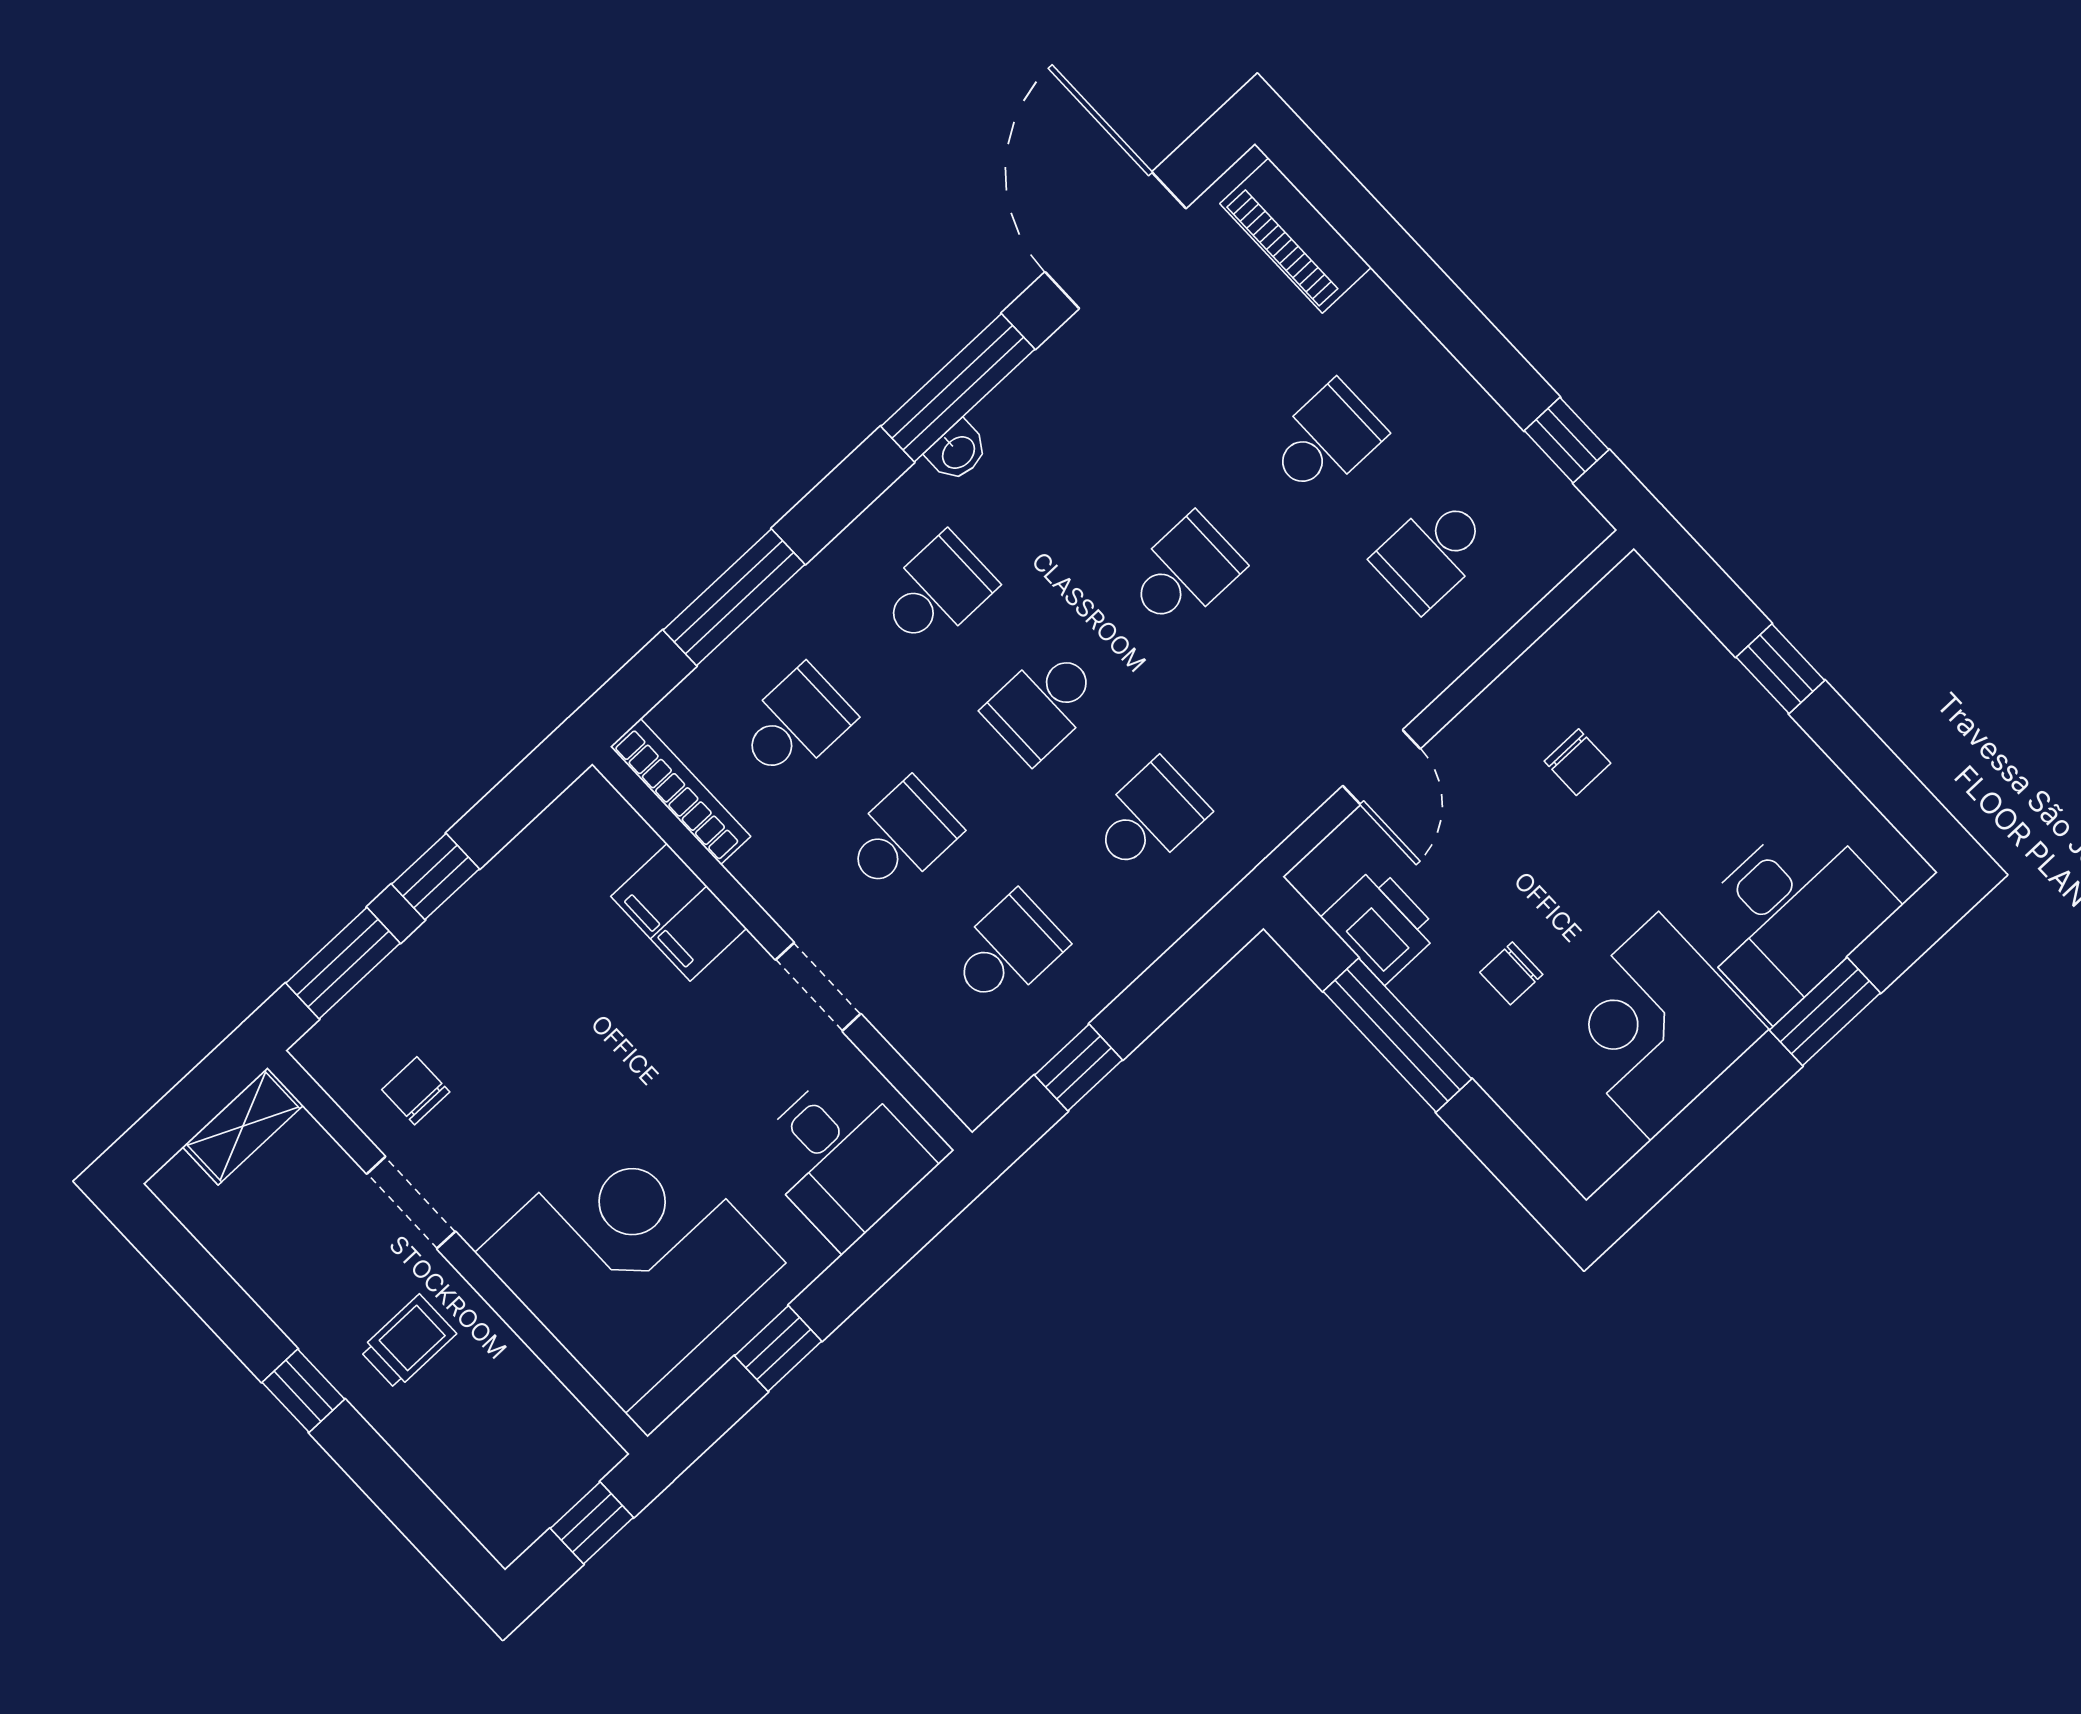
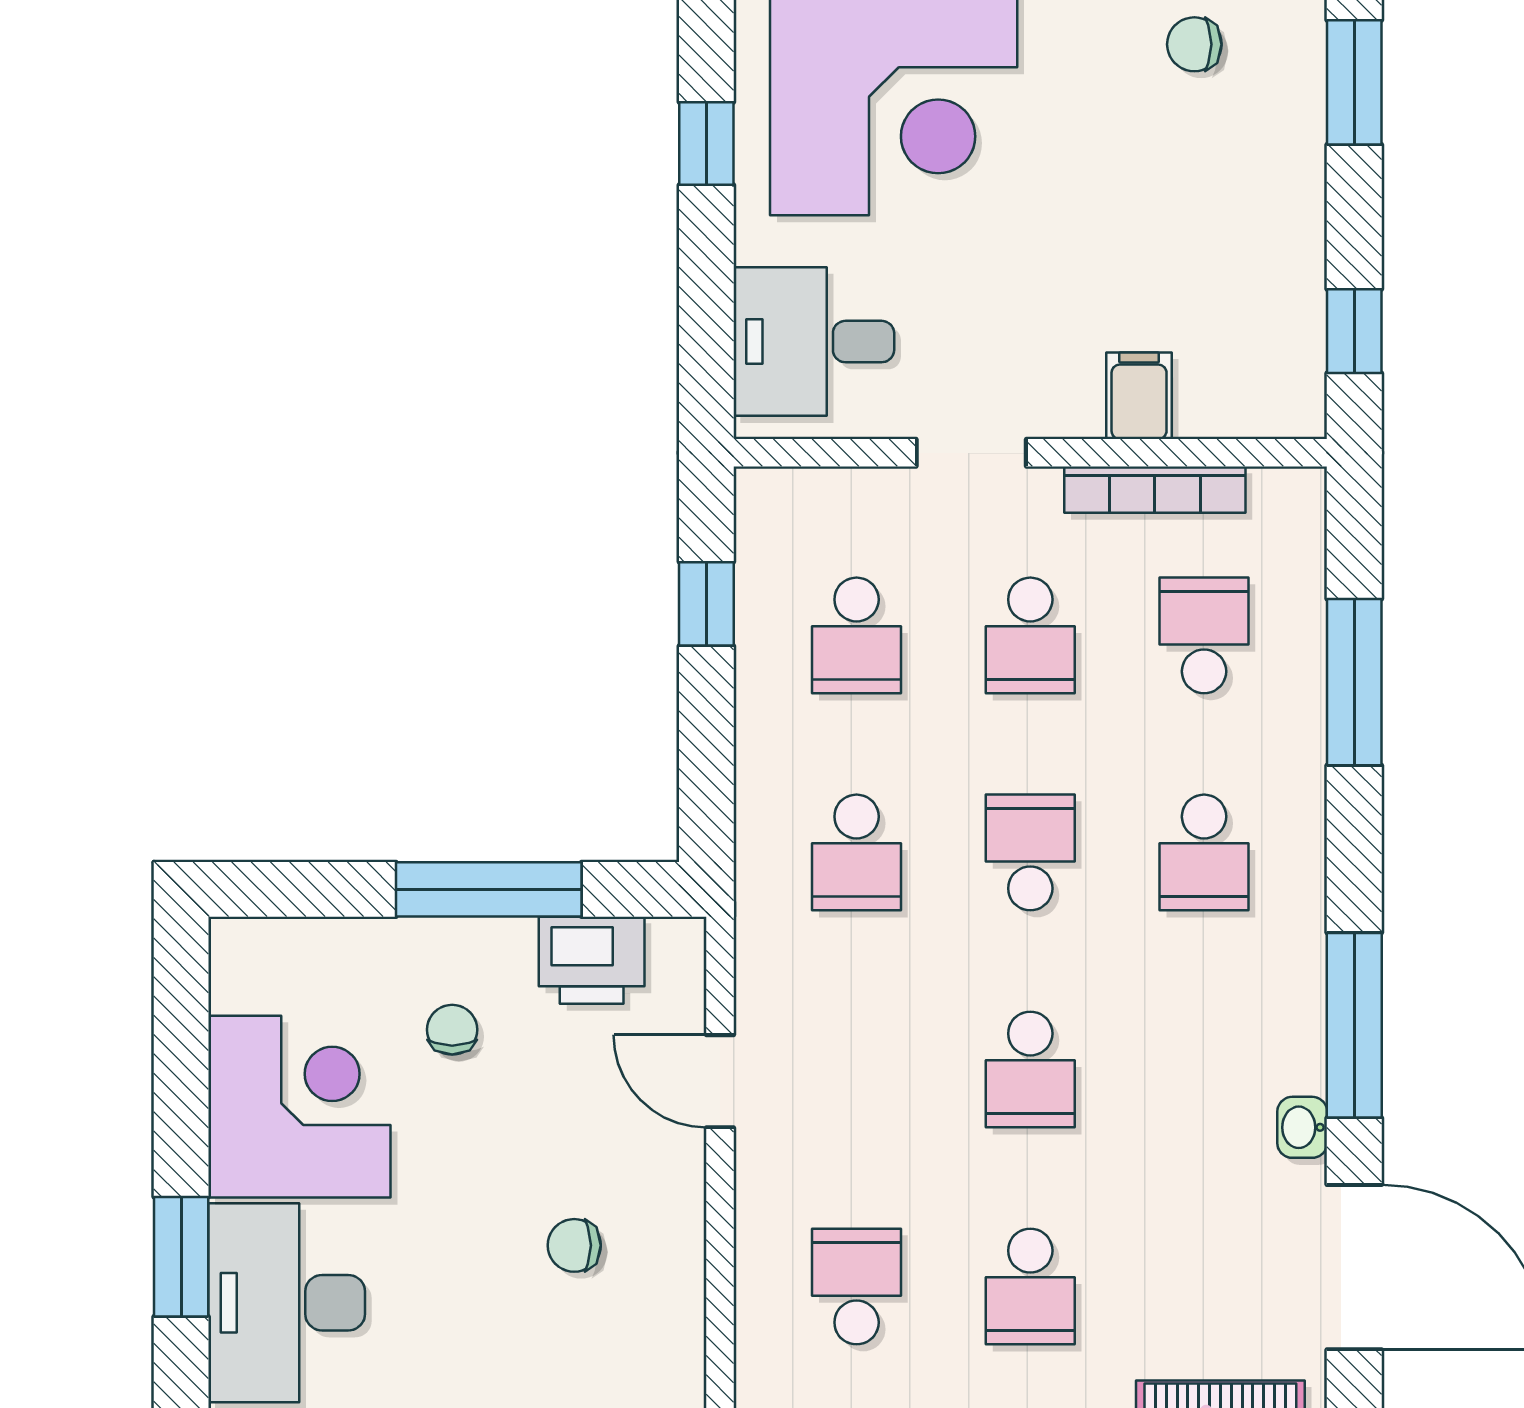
washbasin: (958, 452) -> (1302, 1127), moved
school desk: (795, 724) -> (1204, 635), turned 180
bookcase: (680, 791) -> (1155, 490), moved
window: (436, 877) -> (1354, 331), moved
filing cabinet: (679, 912) -> (1139, 396), width x0.50
chair: (416, 1091) -> (1194, 44), turned 180

